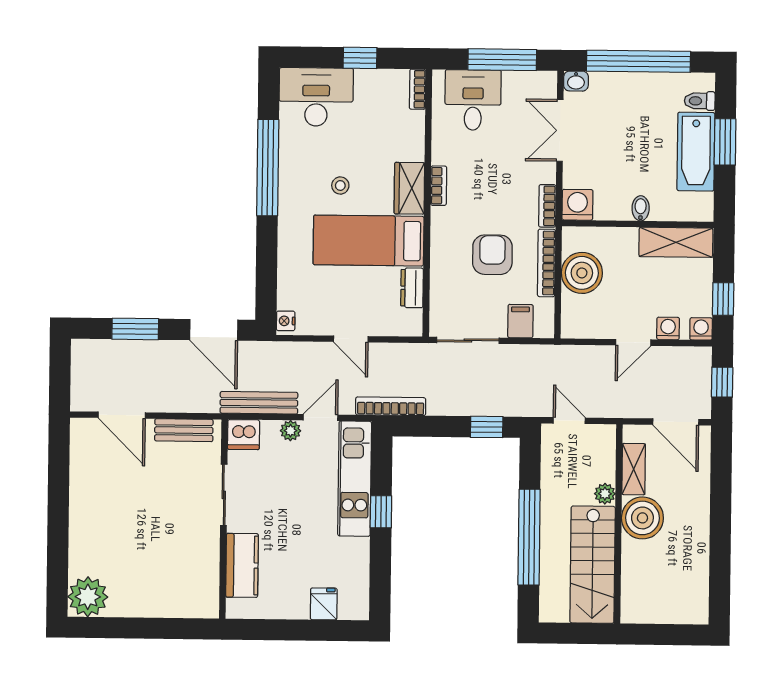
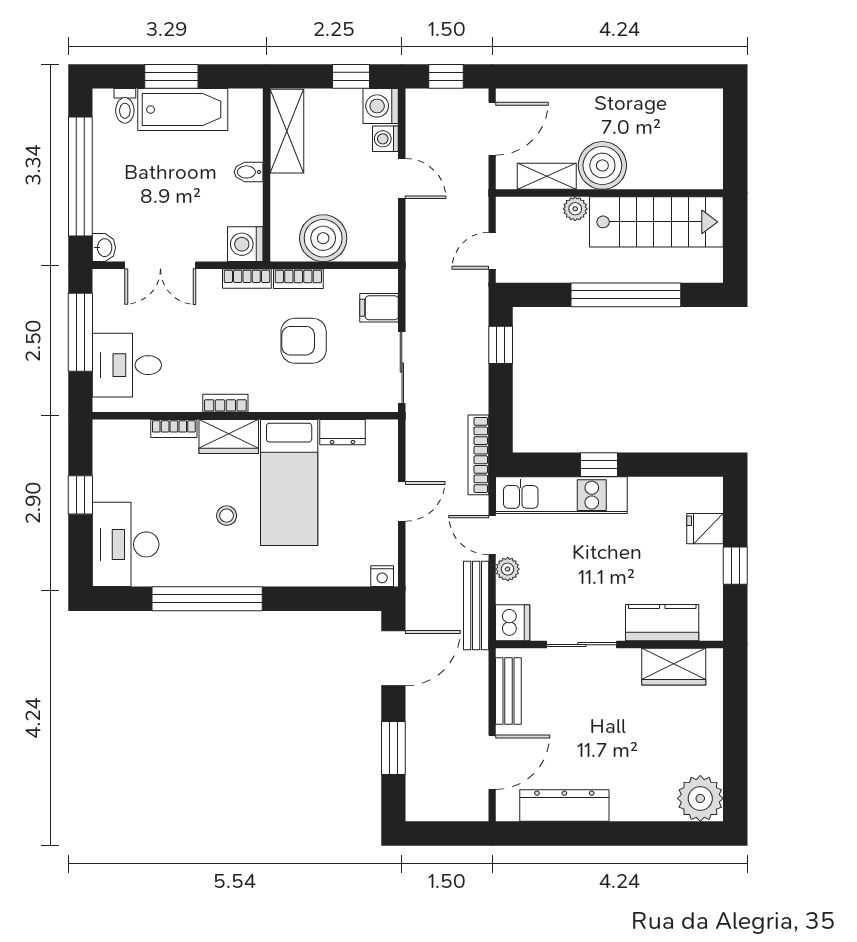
bookcase: (418, 89) -> (174, 429), moved
bookcase: (546, 263) -> (298, 279), width x0.64
washing machine: (701, 329) -> (381, 106), width x1.38, depth x1.38
dresser: (83, 478) -> (564, 806), added
wardrobe: (203, 575) -> (674, 667), added
window: (291, 630) -> (735, 566), added

